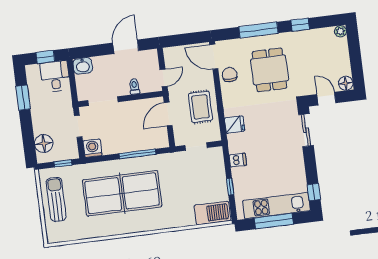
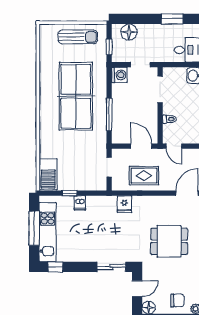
chair: (230, 75) -> (177, 300), moved
dishwasher: (238, 160) -> (80, 203), moved

